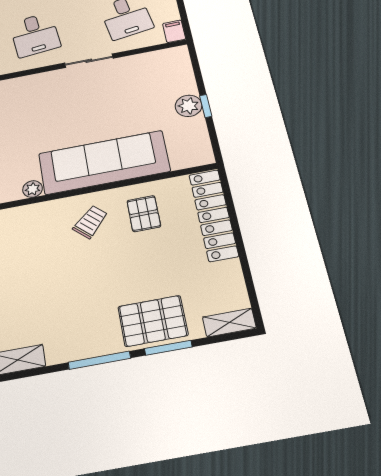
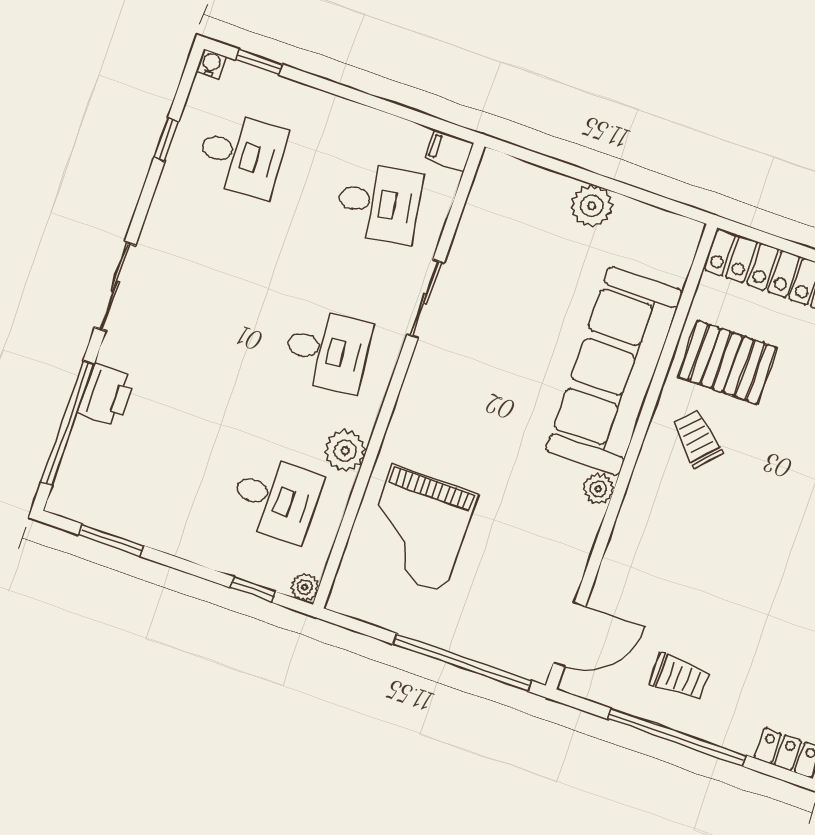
window: (206, 106) -> (607, 183), removed
pallet: (144, 214) -> (727, 362), width x1.50, depth x1.42

